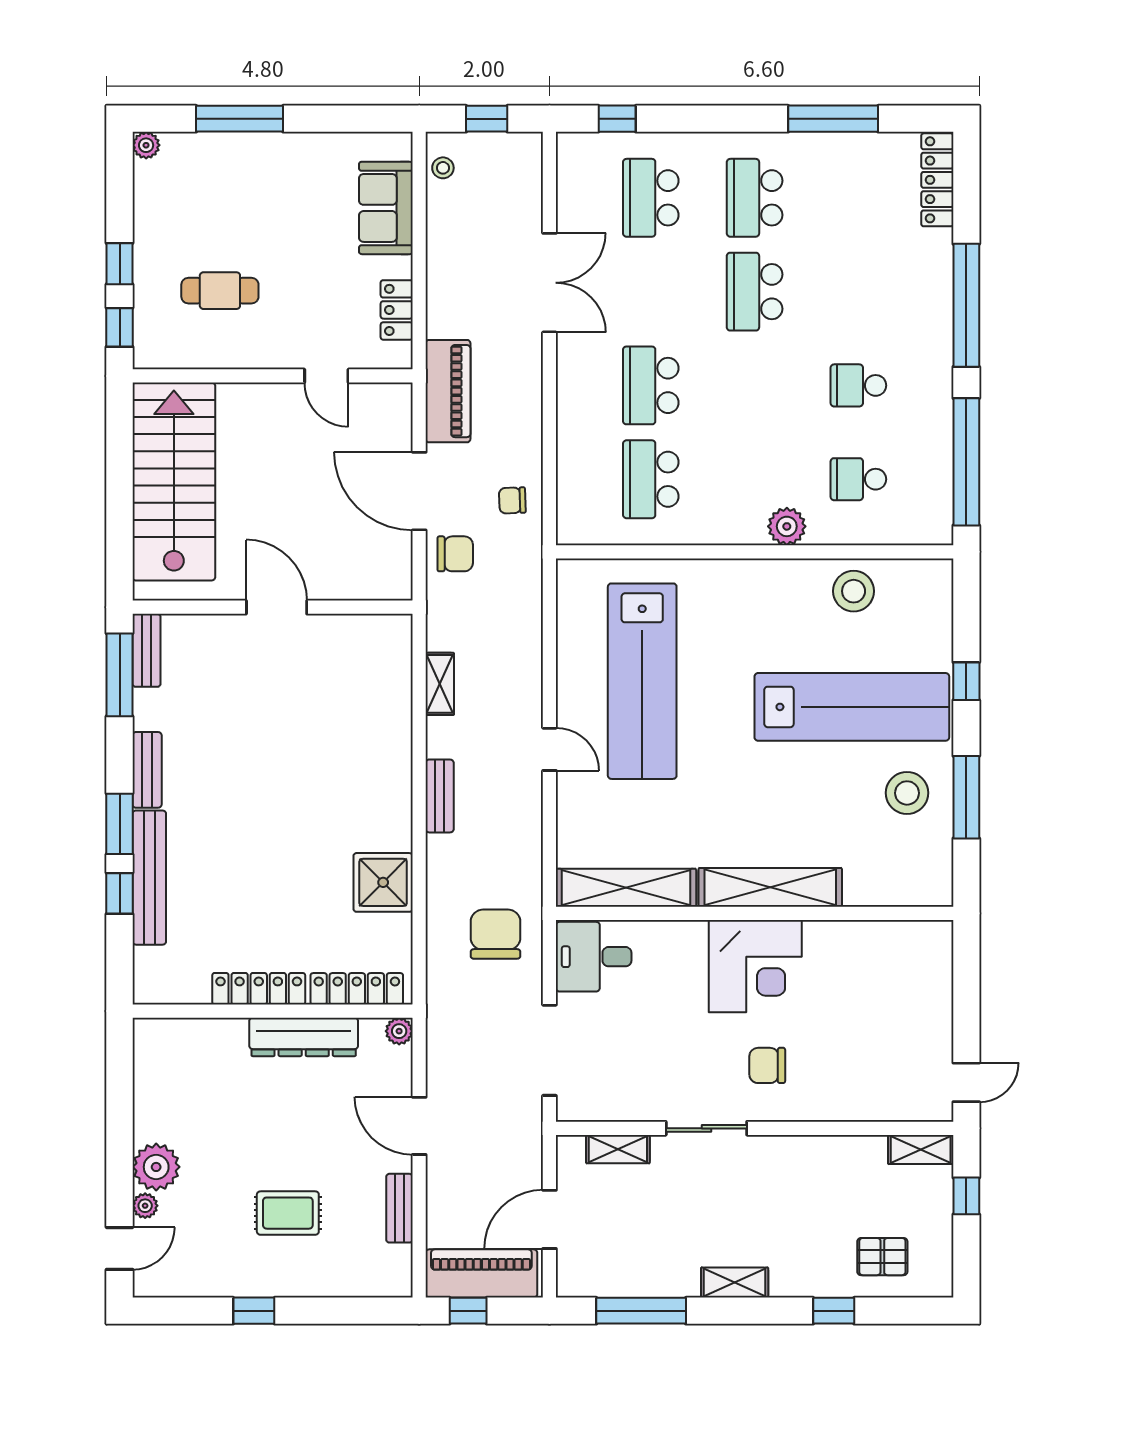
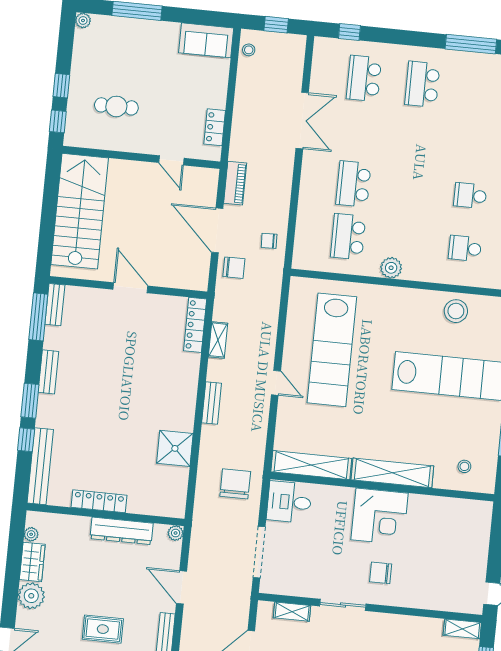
sofa: (386, 208) -> (206, 40), moved, turned -90
school desk: (755, 292) -> (417, 137), removed
piano: (448, 391) -> (235, 183), width x0.73, depth x0.75
plant: (787, 526) -> (391, 268), moved
stool: (907, 793) -> (464, 466), moved, width x0.53, depth x0.53
bench: (149, 878) -> (40, 466), moved
locker: (357, 989) -> (195, 325), moved, turned -90
wardrobe: (152, 1107) -> (32, 562), added
plant: (145, 1206) -> (31, 534), moved

